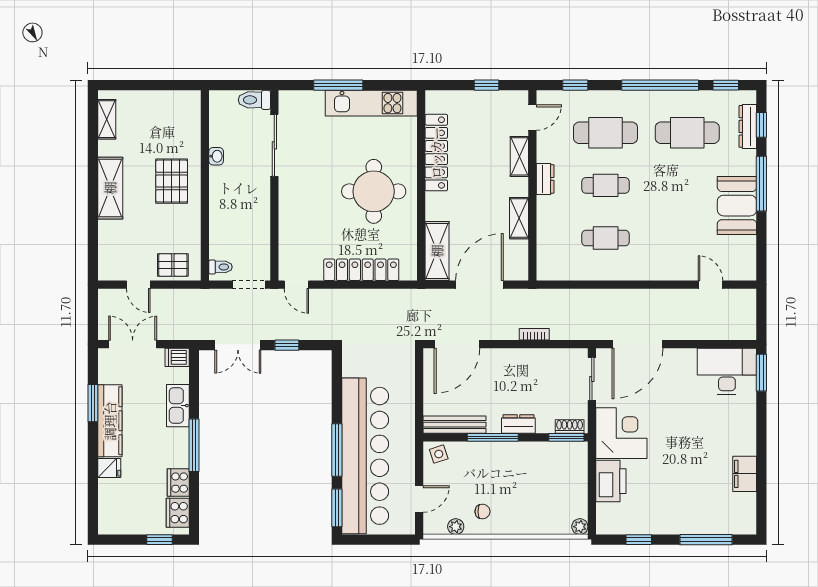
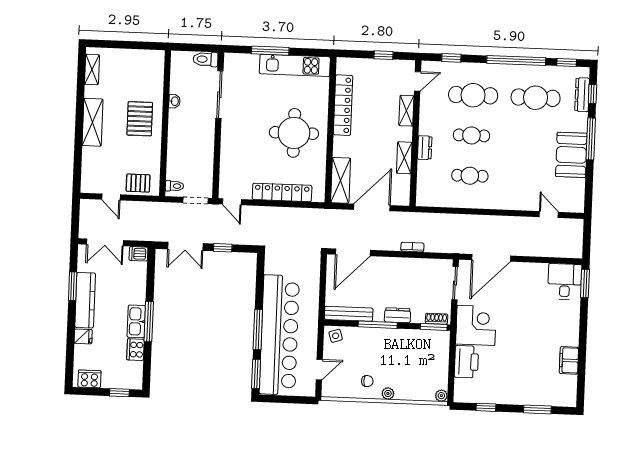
dresser: (545, 179) -> (425, 148), moved
double door: (133, 344) -> (105, 242), swing flipped
desk: (727, 371) -> (565, 282), width x0.73
kitchen sink: (178, 406) -> (136, 321), moved
cooker: (178, 513) -> (89, 379), moved, turned 90
plant: (456, 527) -> (388, 393), moved
window: (706, 540) -> (537, 409), width x0.69

